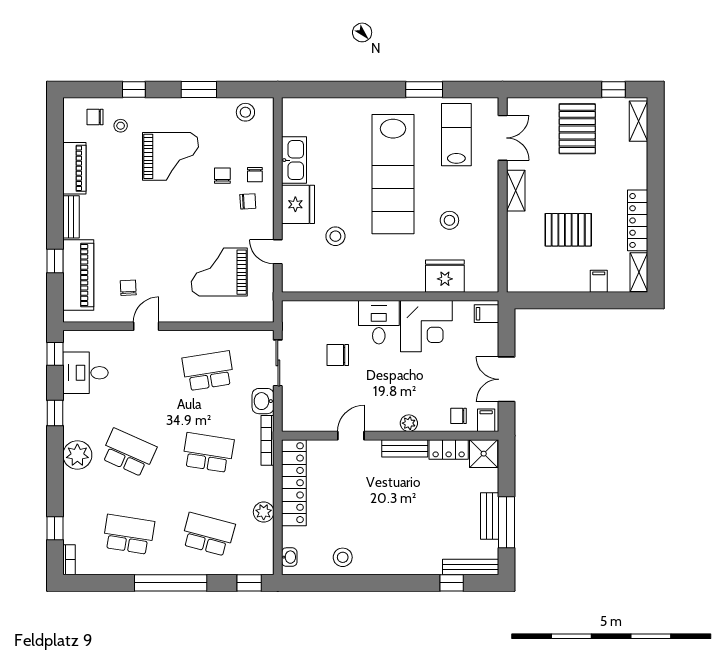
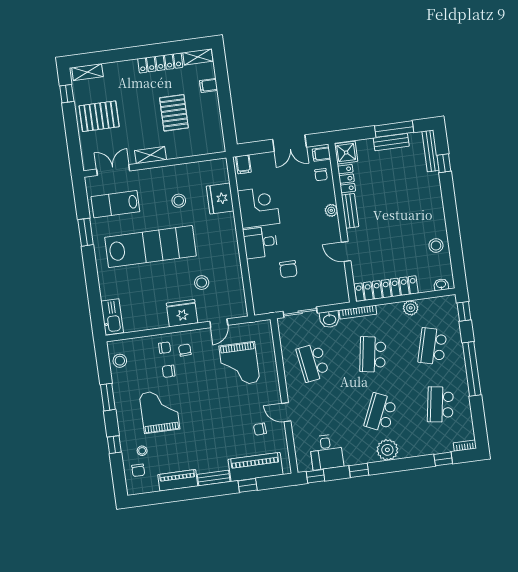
kitchen sink: (294, 160) -> (112, 317), moved, turned 90

